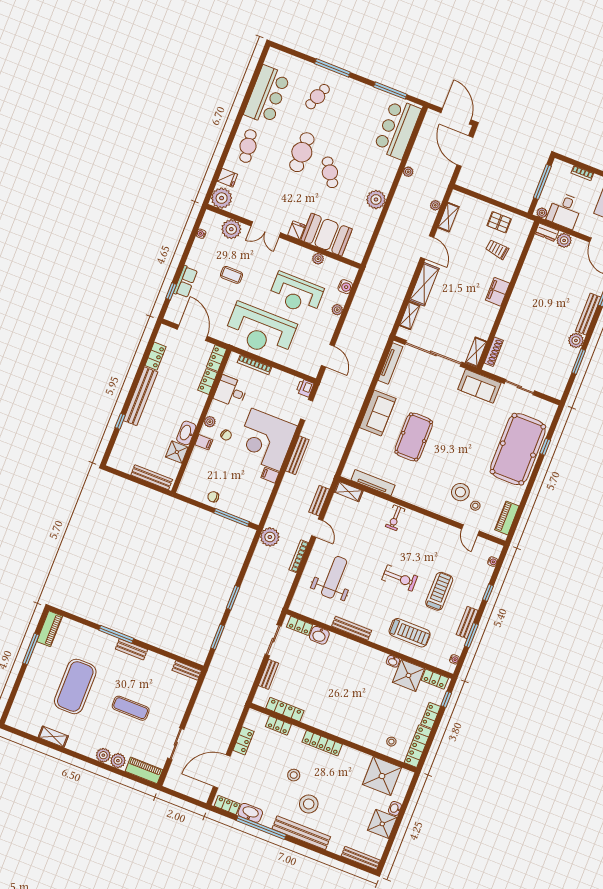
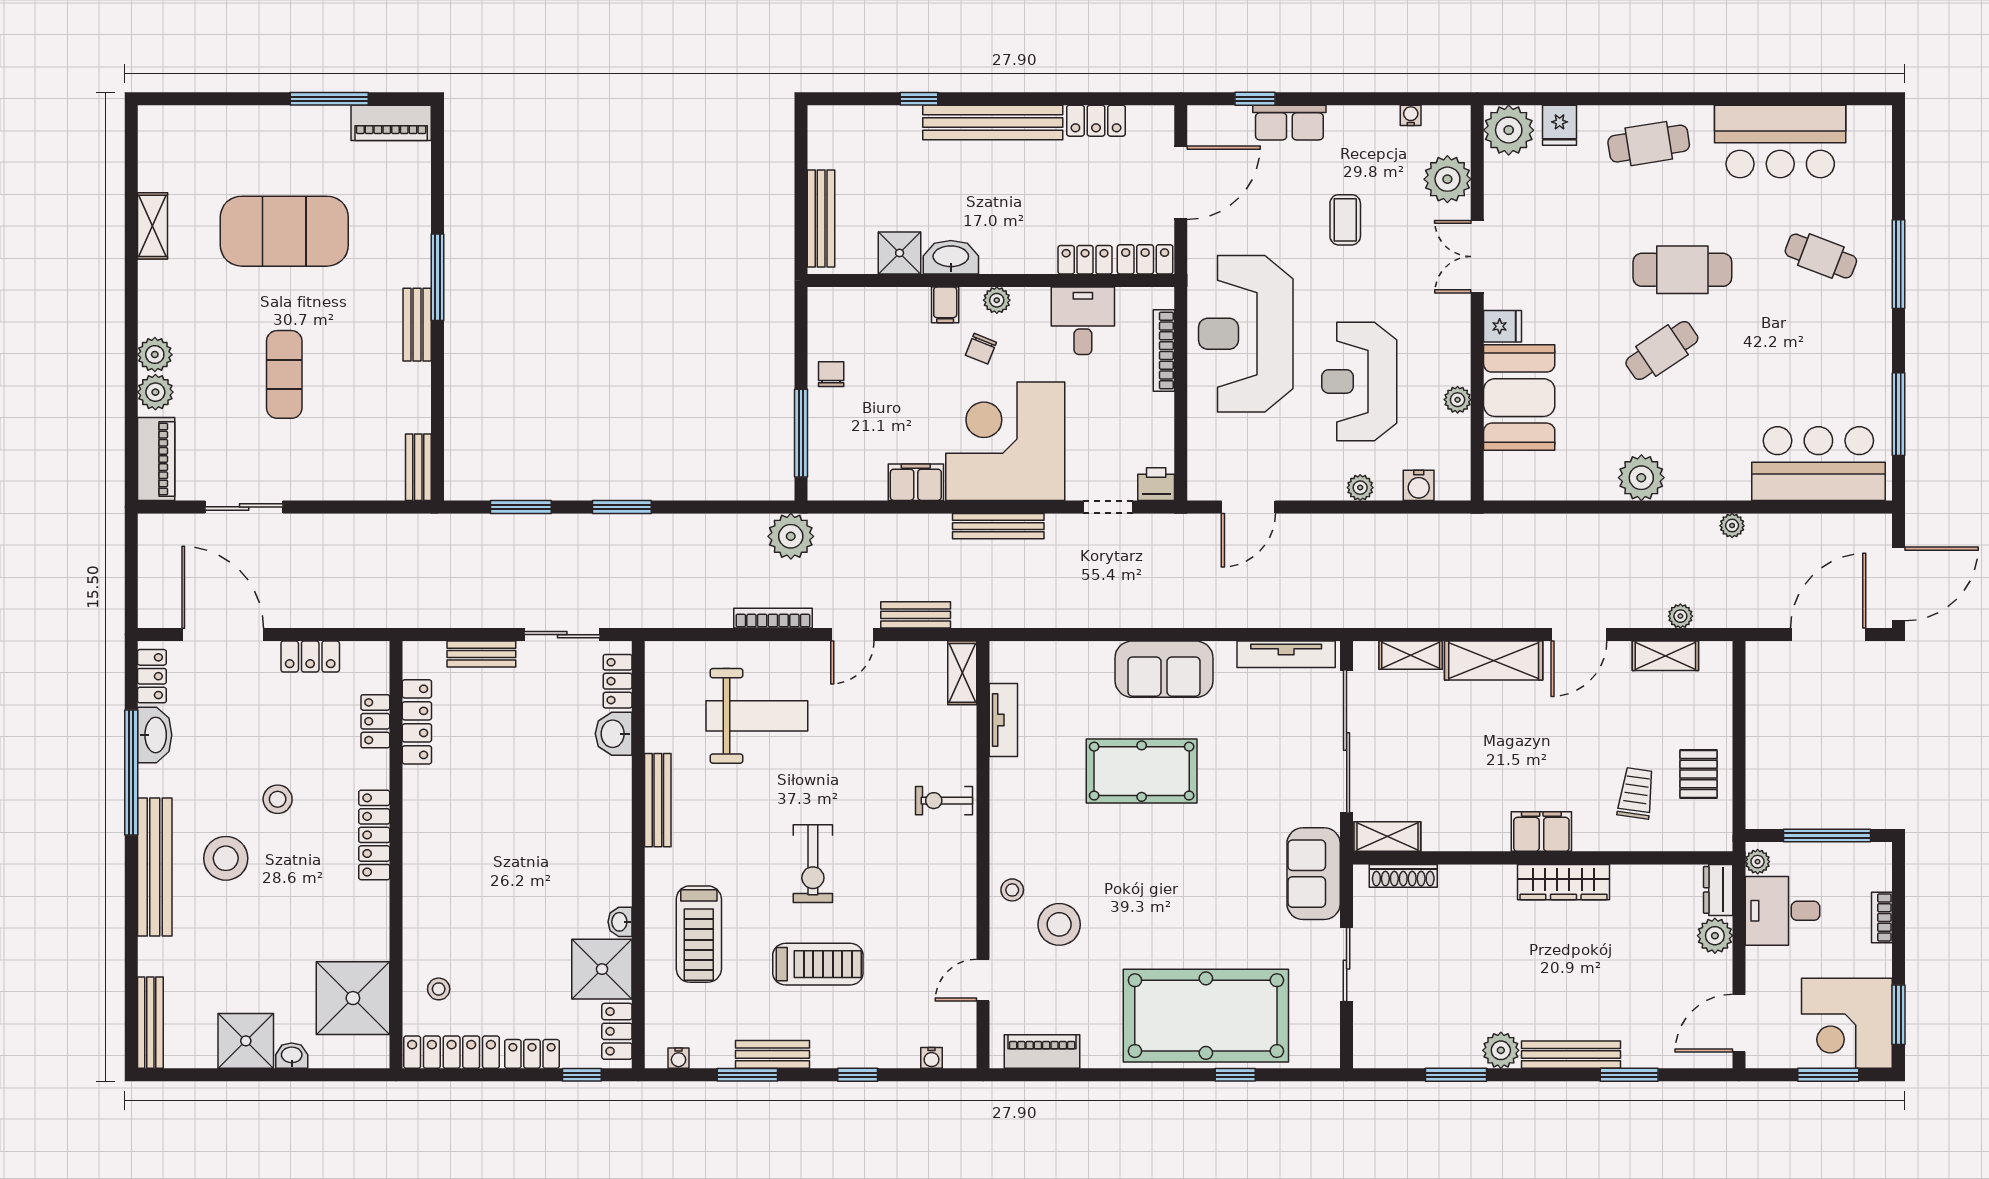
wardrobe: (520, 291) -> (1563, 882), added
filing cabinet: (270, 475) -> (916, 482), width x2.00
tv unit: (373, 483) -> (1003, 720), width x0.71
stool: (475, 506) -> (1012, 890), moved

